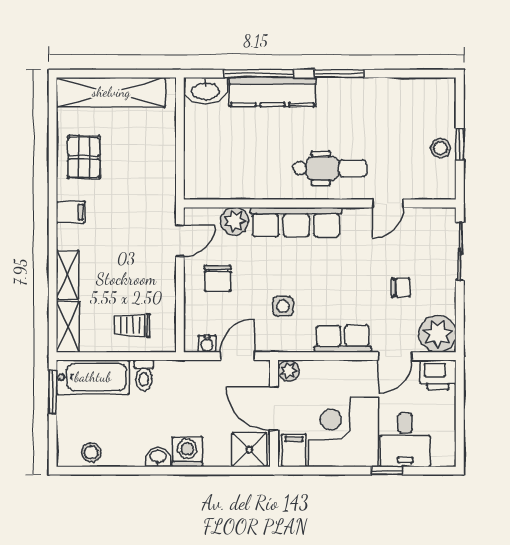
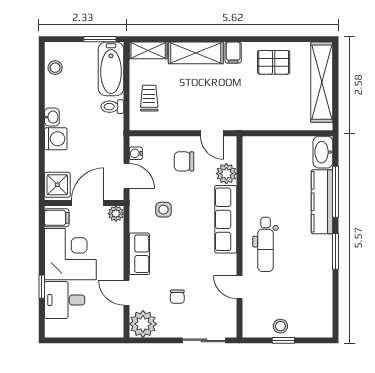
shelving: (67, 275) -> (196, 53), width x1.50, depth x1.33
printer: (438, 375) -> (113, 324), removed

